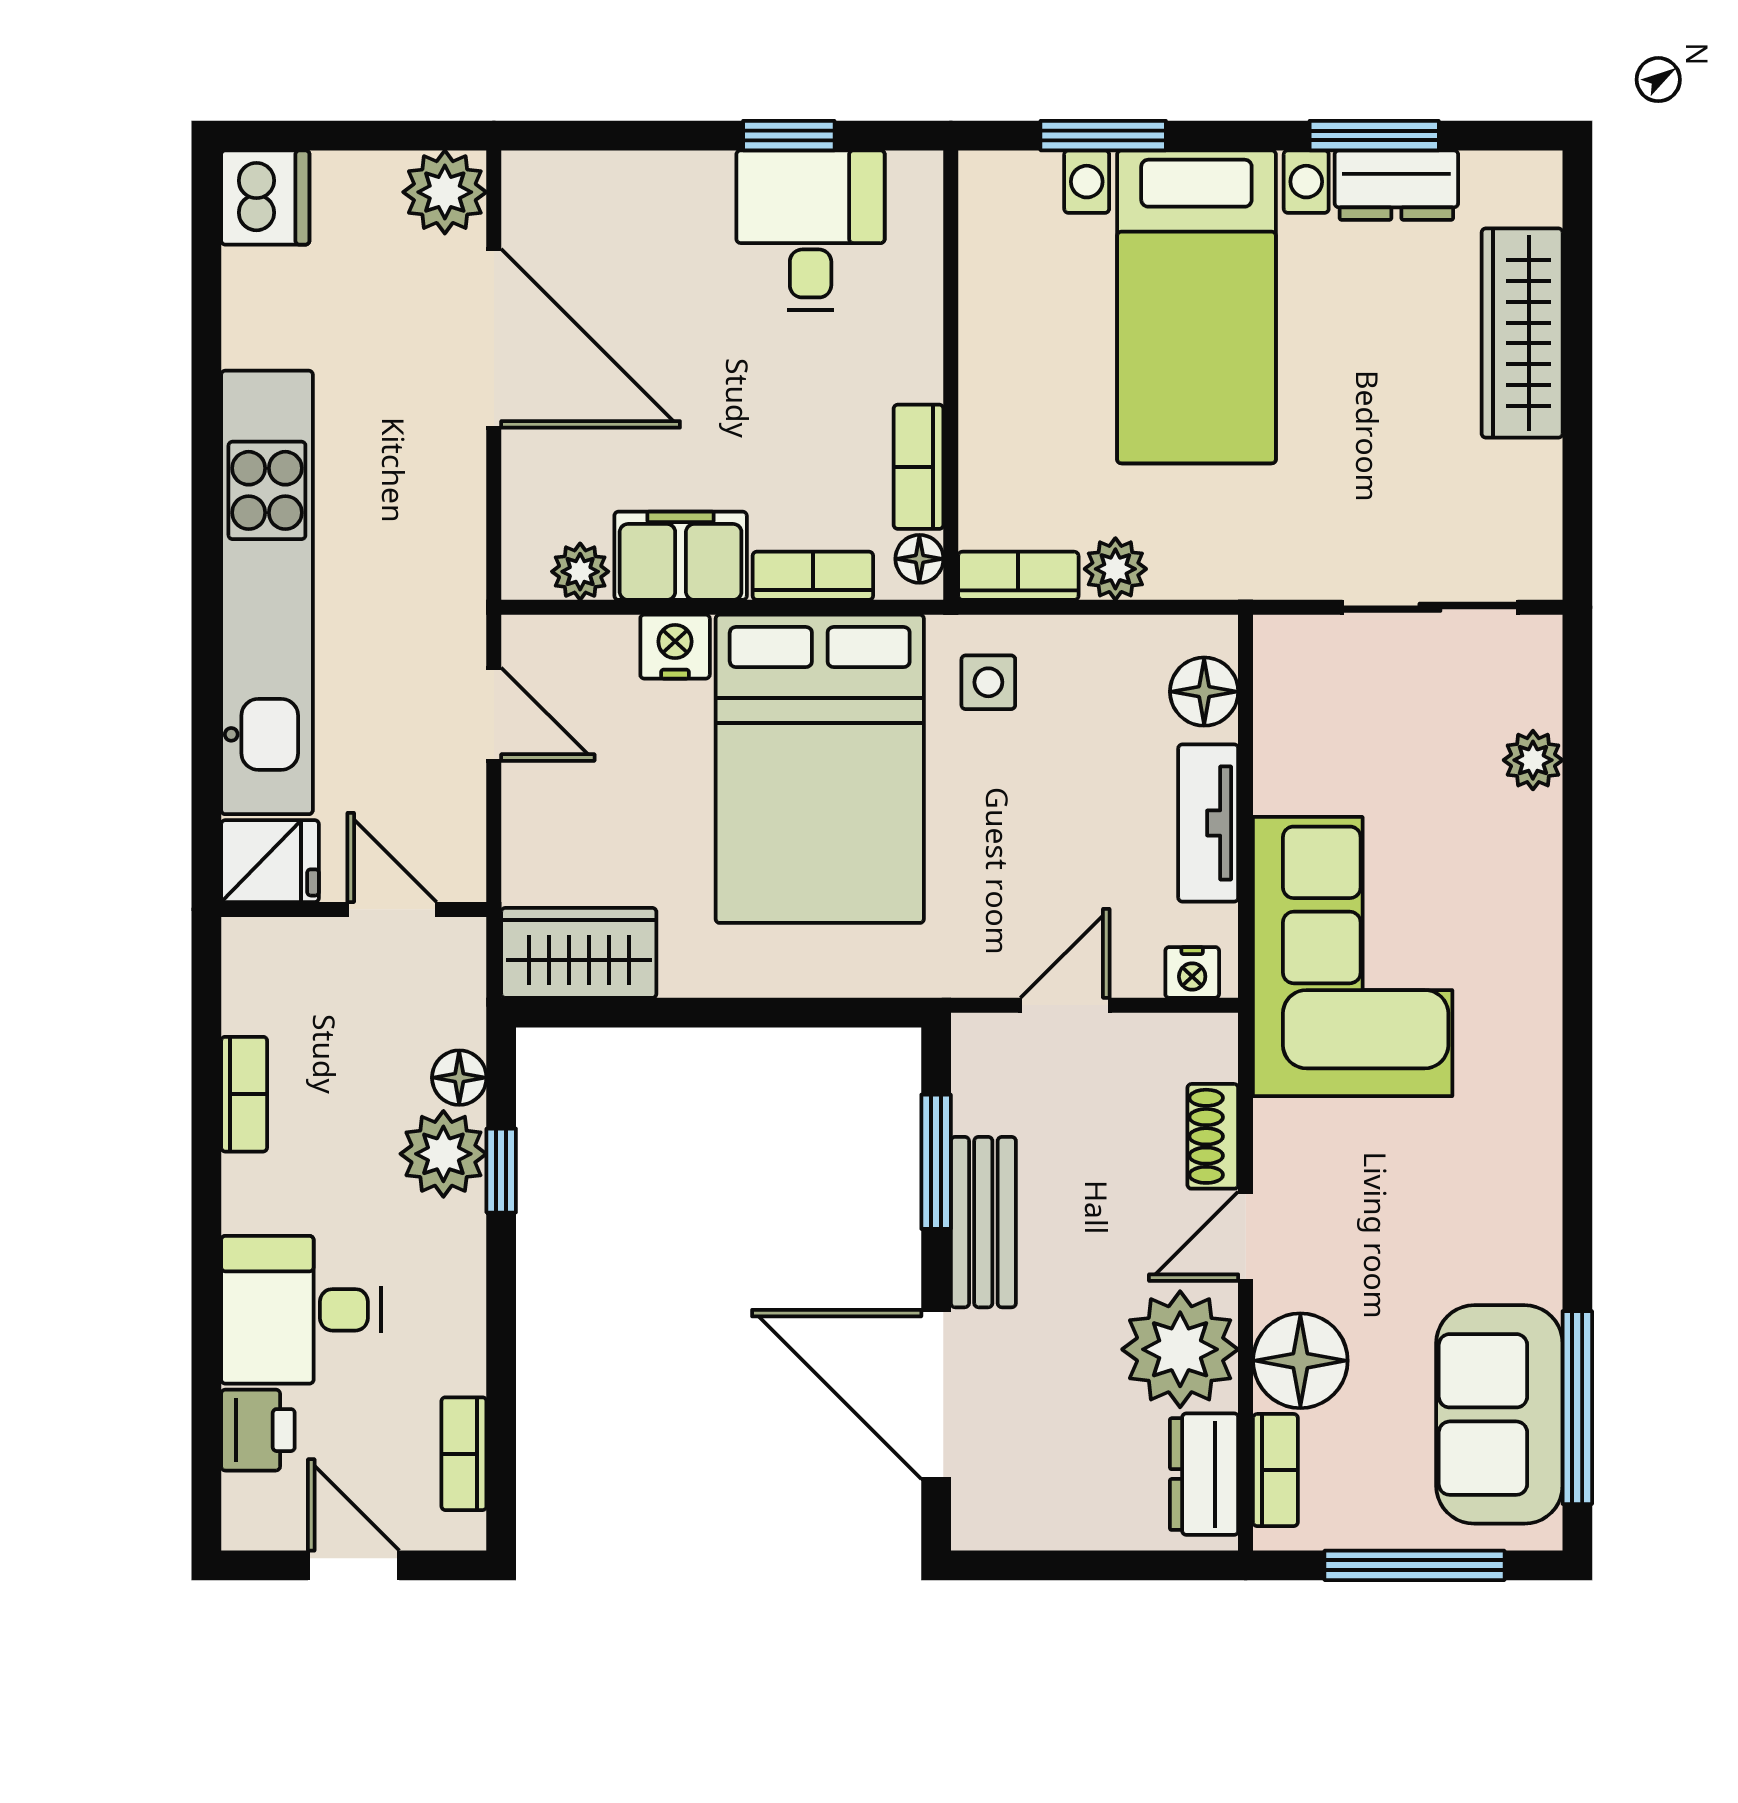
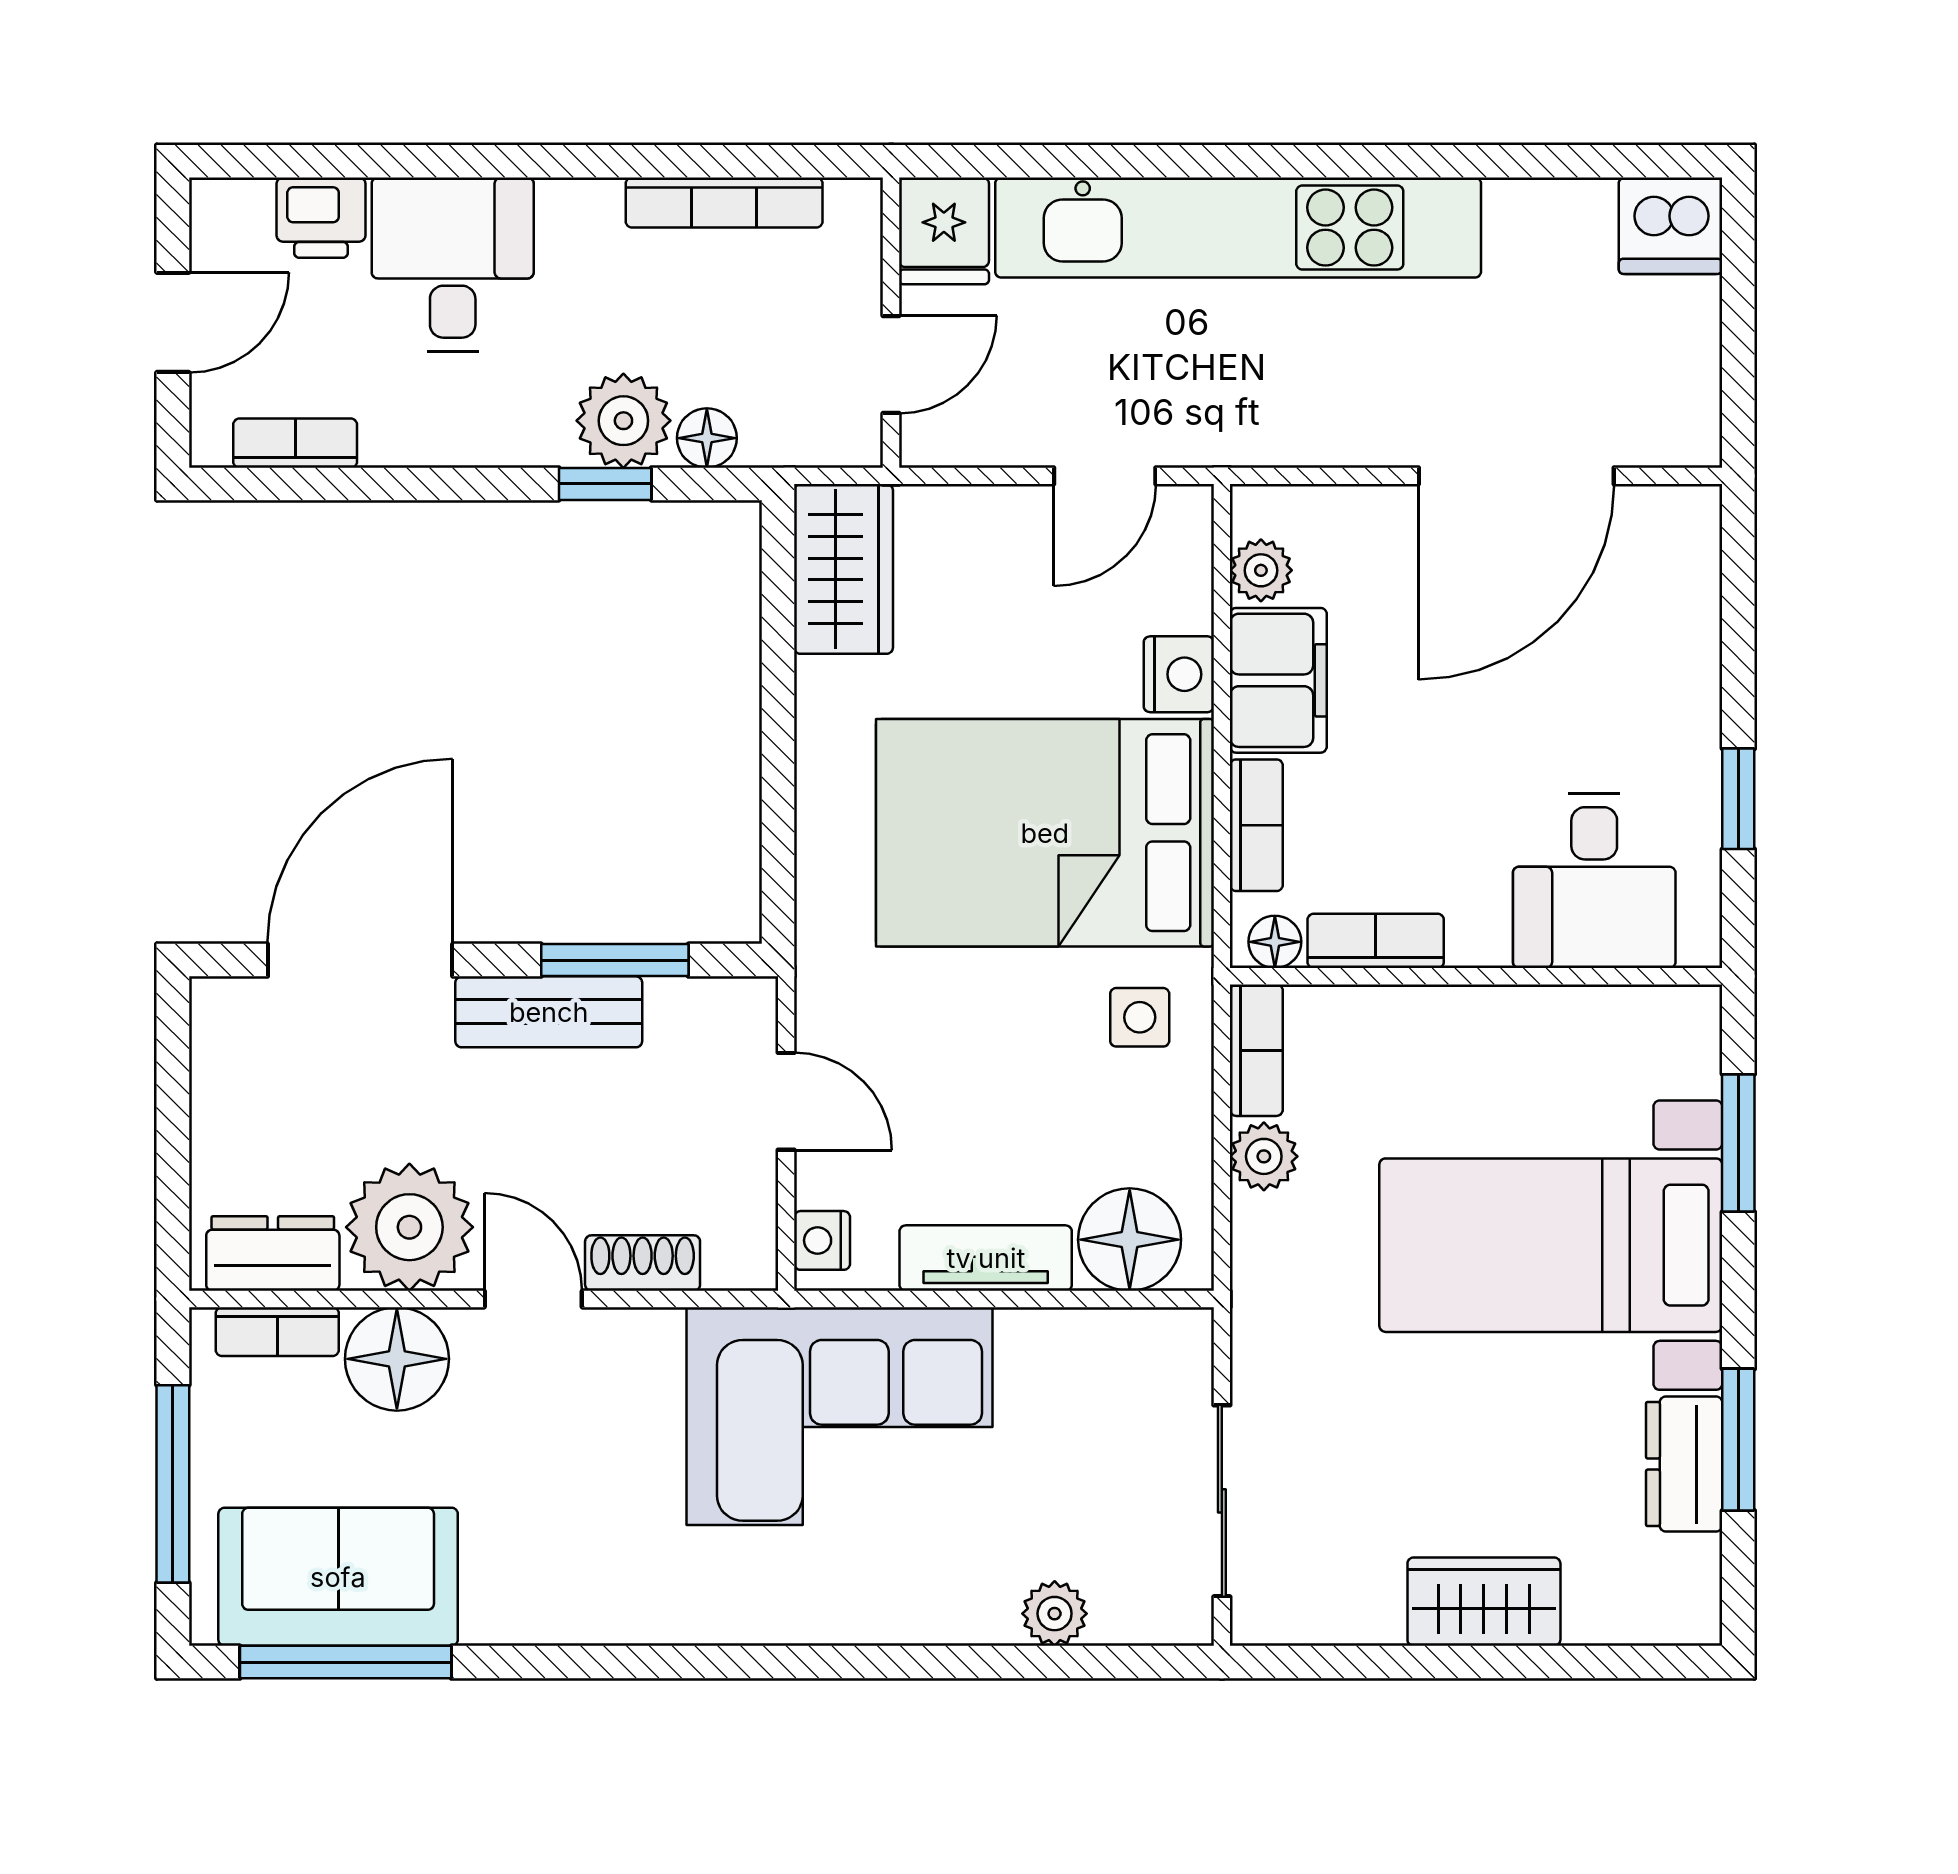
plant: (445, 192) -> (1676, 422), removed
desk: (811, 230) -> (1594, 881), moved, turned 90
wardrobe: (1522, 333) -> (1484, 1602), width x0.67
floor lamp: (1204, 692) -> (1130, 1240), width x1.38, depth x1.38
bookcase: (244, 1094) -> (724, 203), width x1.56

